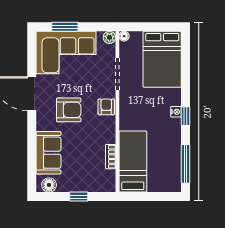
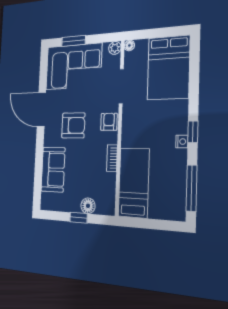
nightstand: (176, 112) -> (182, 142), moved
bookcase: (111, 157) -> (112, 158), moved
floor lamp: (49, 185) -> (88, 206), moved

